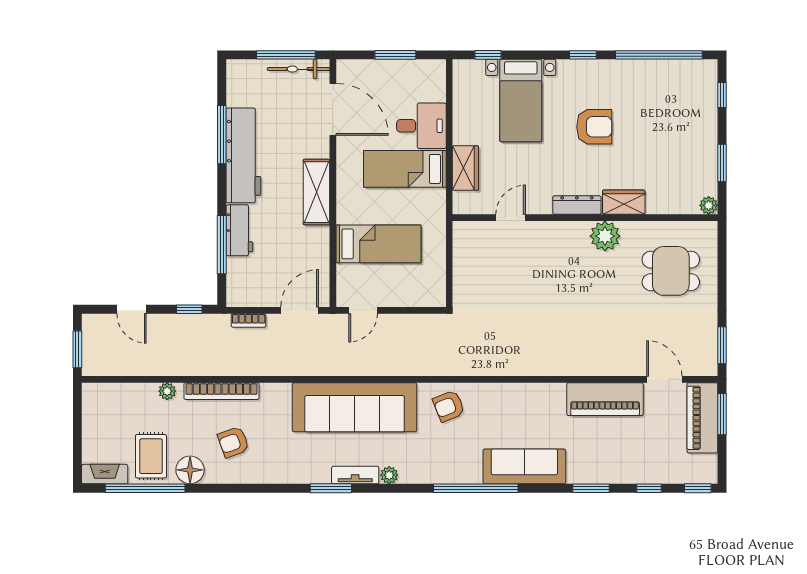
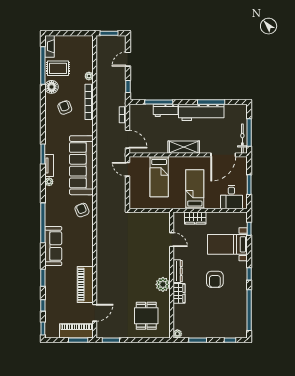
desk: (421, 126) -> (231, 197), moved

